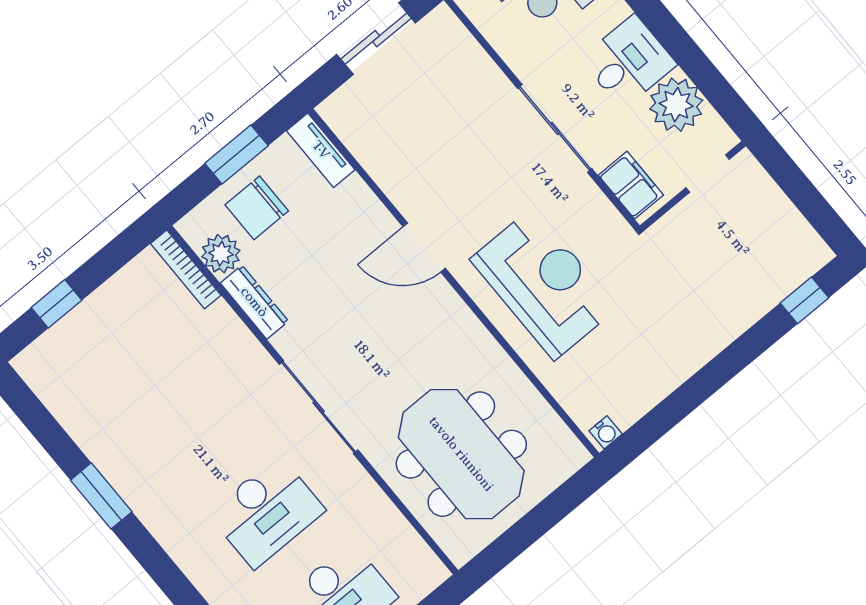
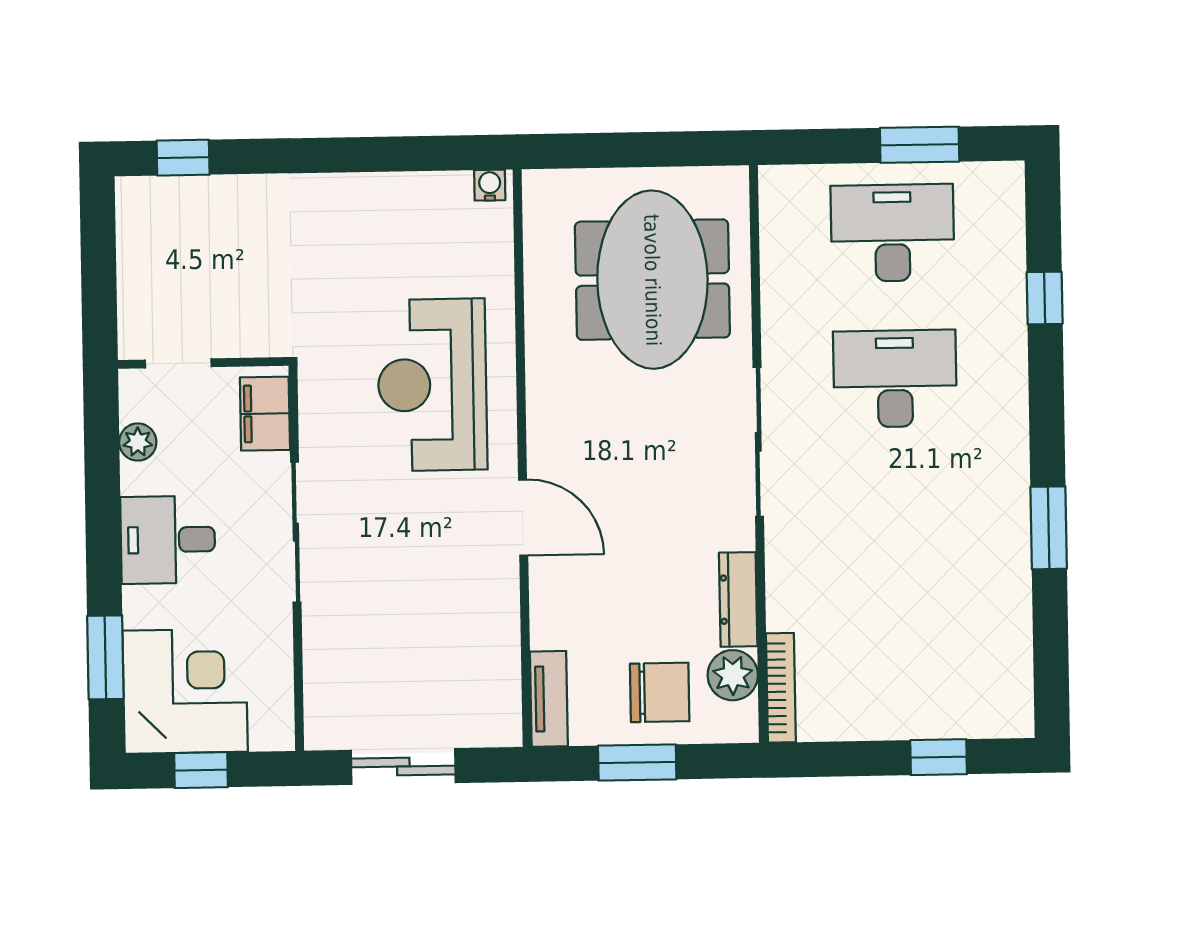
plant: (676, 105) -> (138, 442), width x0.53, depth x0.53

